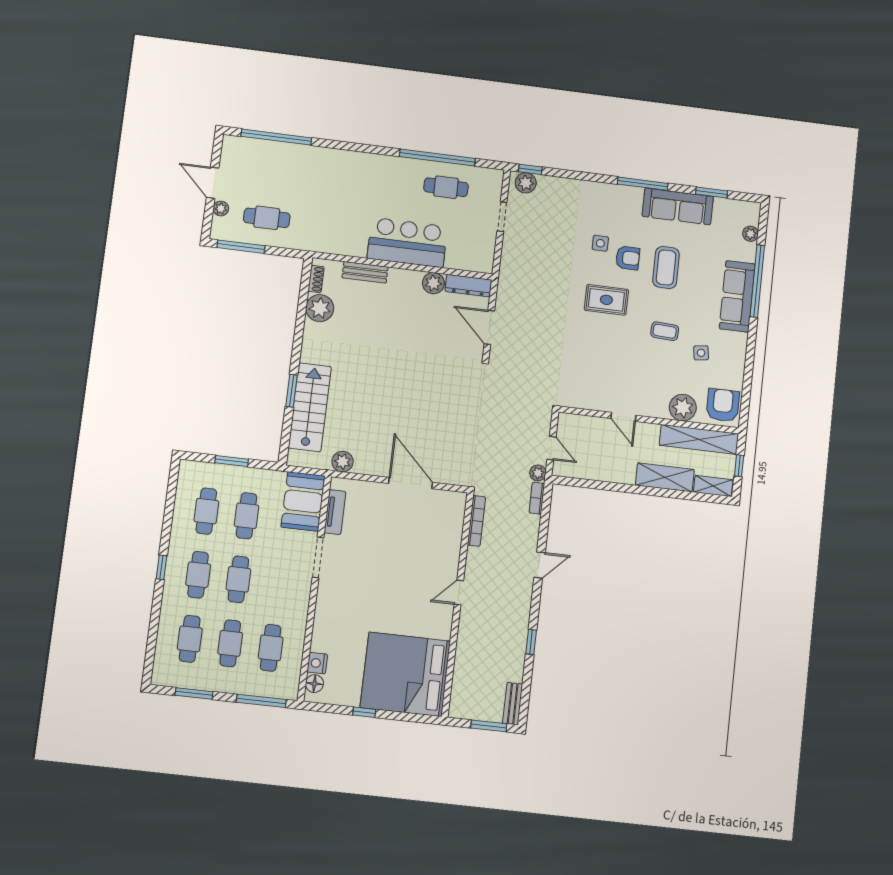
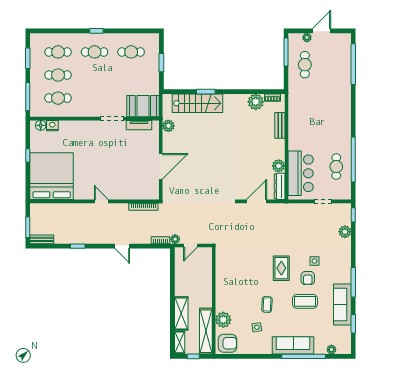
plant: (526, 183) -> (345, 232), moved
bar counter: (407, 242) -> (301, 173), moved
door: (623, 417) -> (214, 285), removed
cafe table: (247, 516) -> (131, 75), removed
cafe table: (238, 579) -> (95, 75), removed

